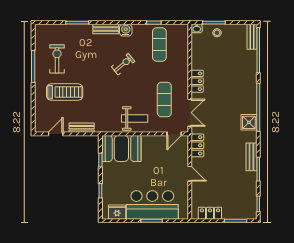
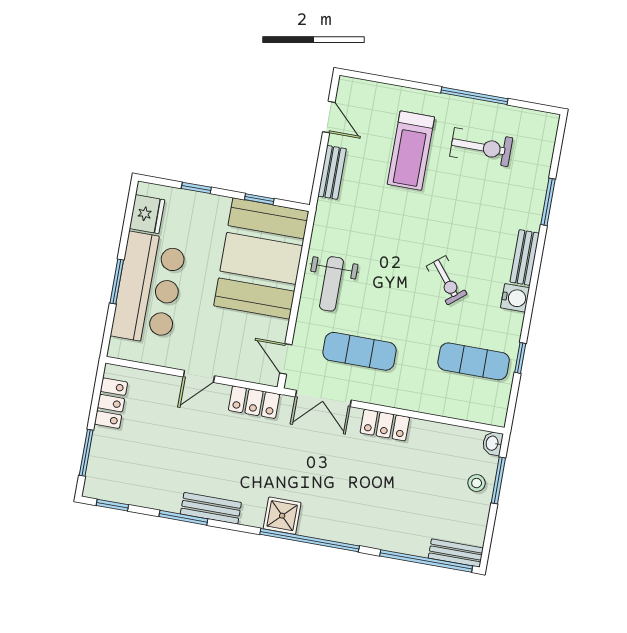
booth: (121, 148) -> (261, 258), width x1.36, depth x1.42

